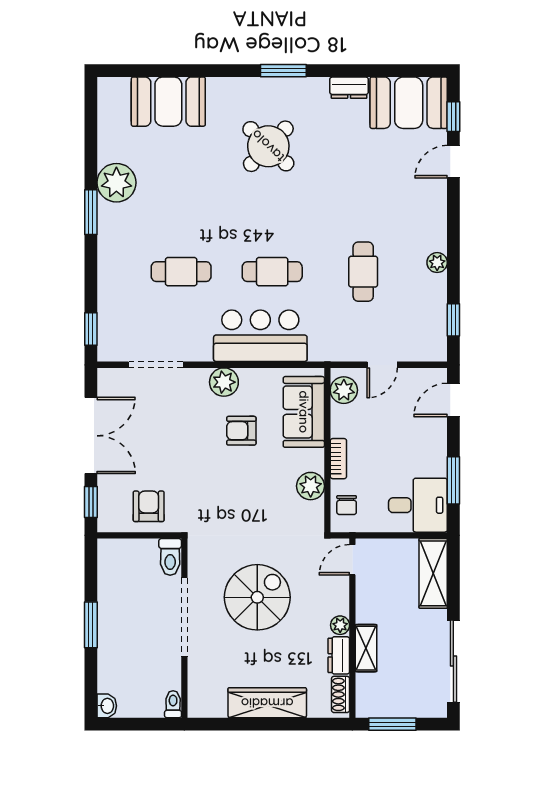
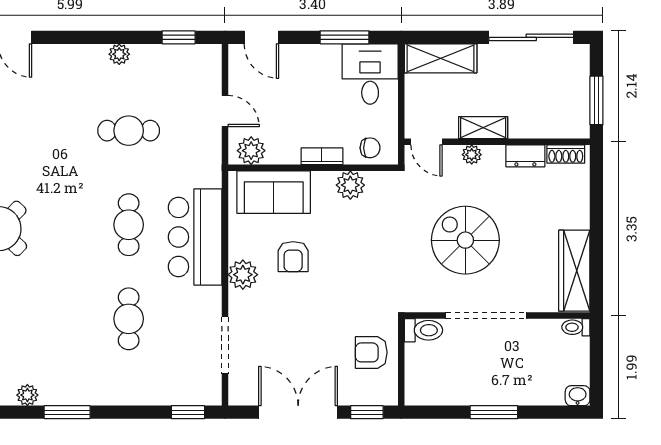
plant: (116, 183) -> (27, 395), width x0.53, depth x0.53
plant: (340, 625) -> (472, 155), moved
shelving: (366, 648) -> (483, 128), moved
wardrobe: (267, 703) -> (574, 271), moved

